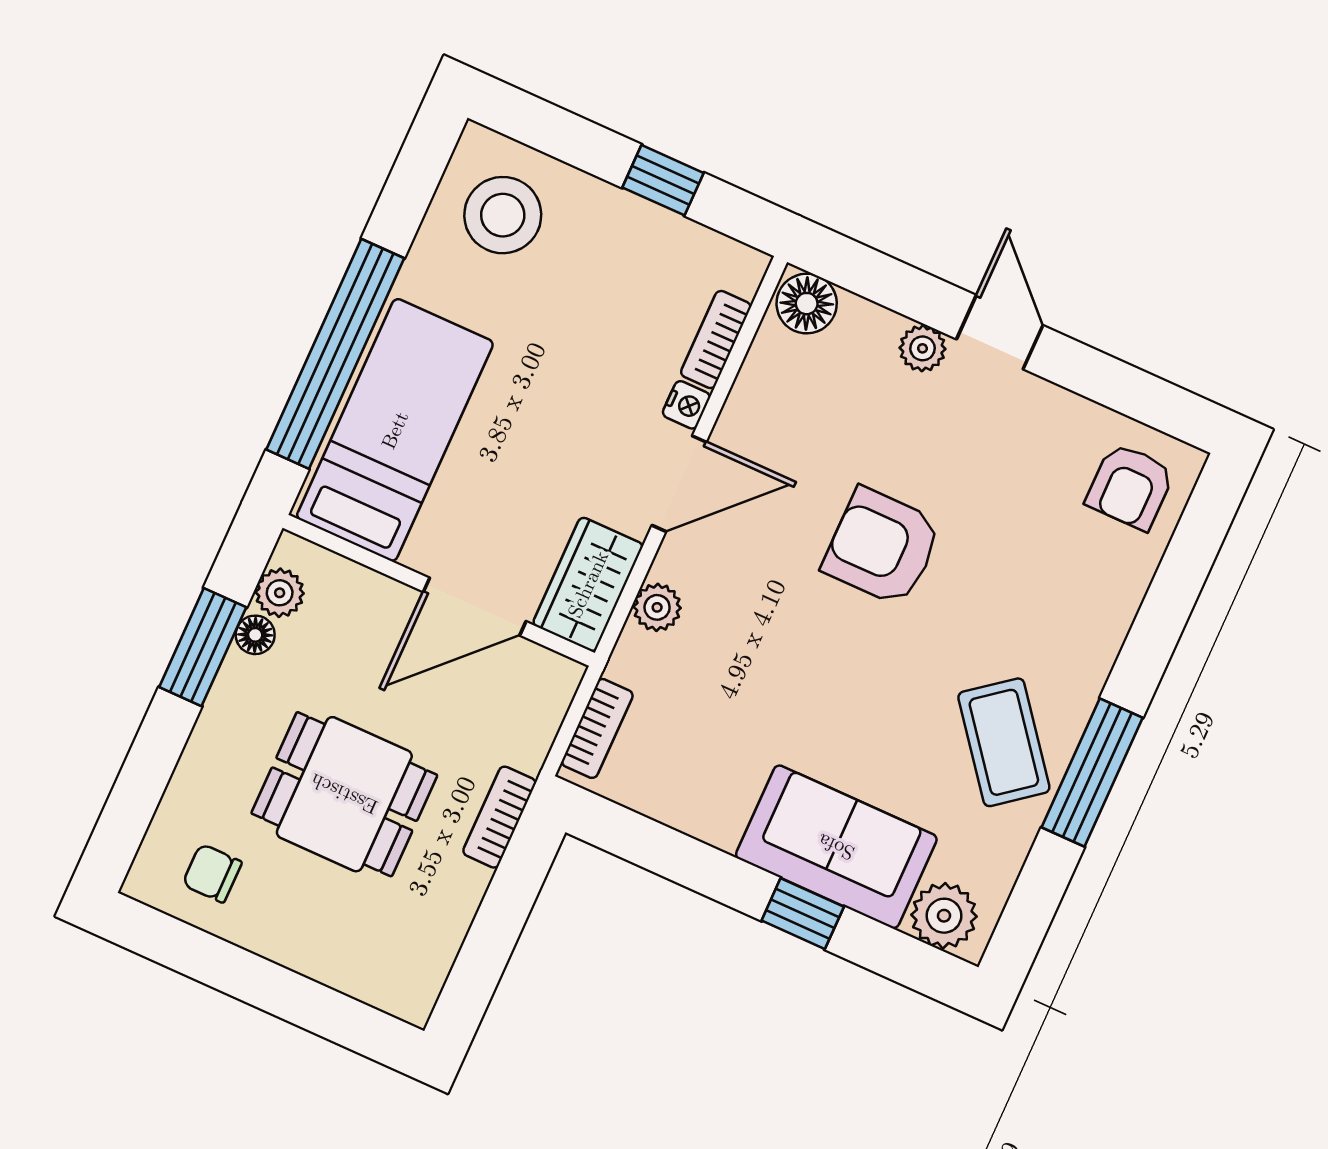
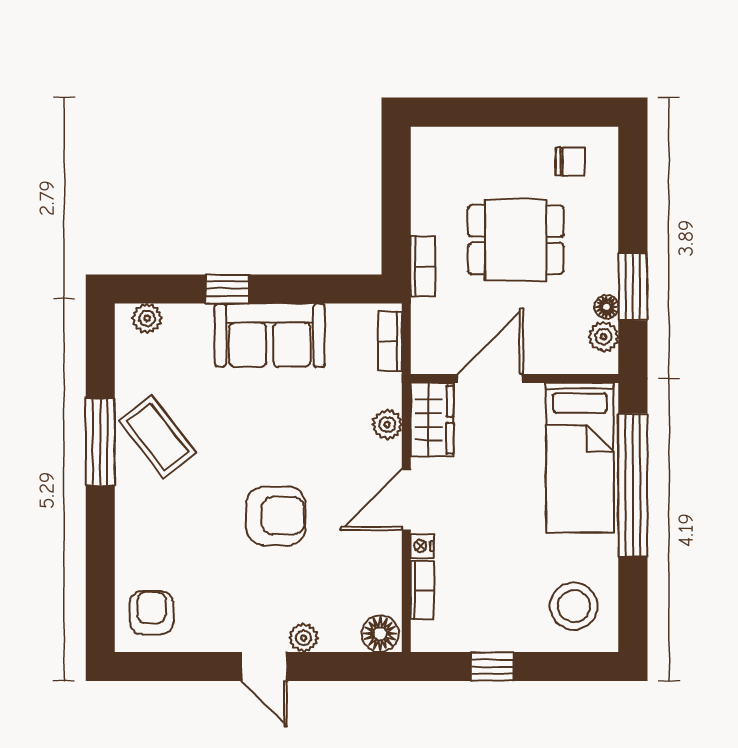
sofa: (836, 847) -> (270, 335), moved
plant: (944, 916) -> (147, 318), width x0.73, depth x0.73

